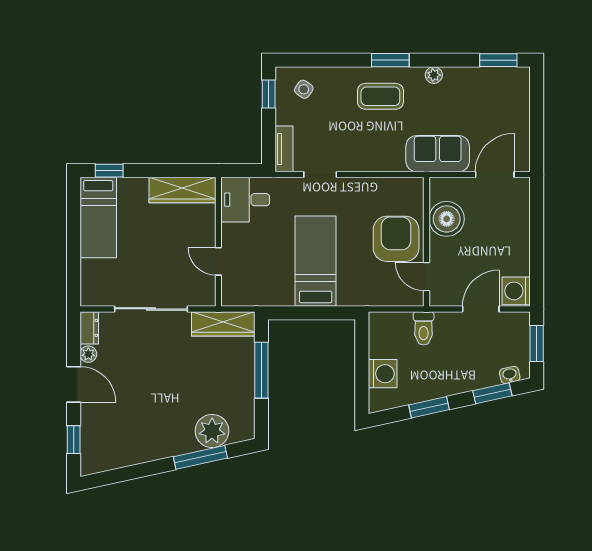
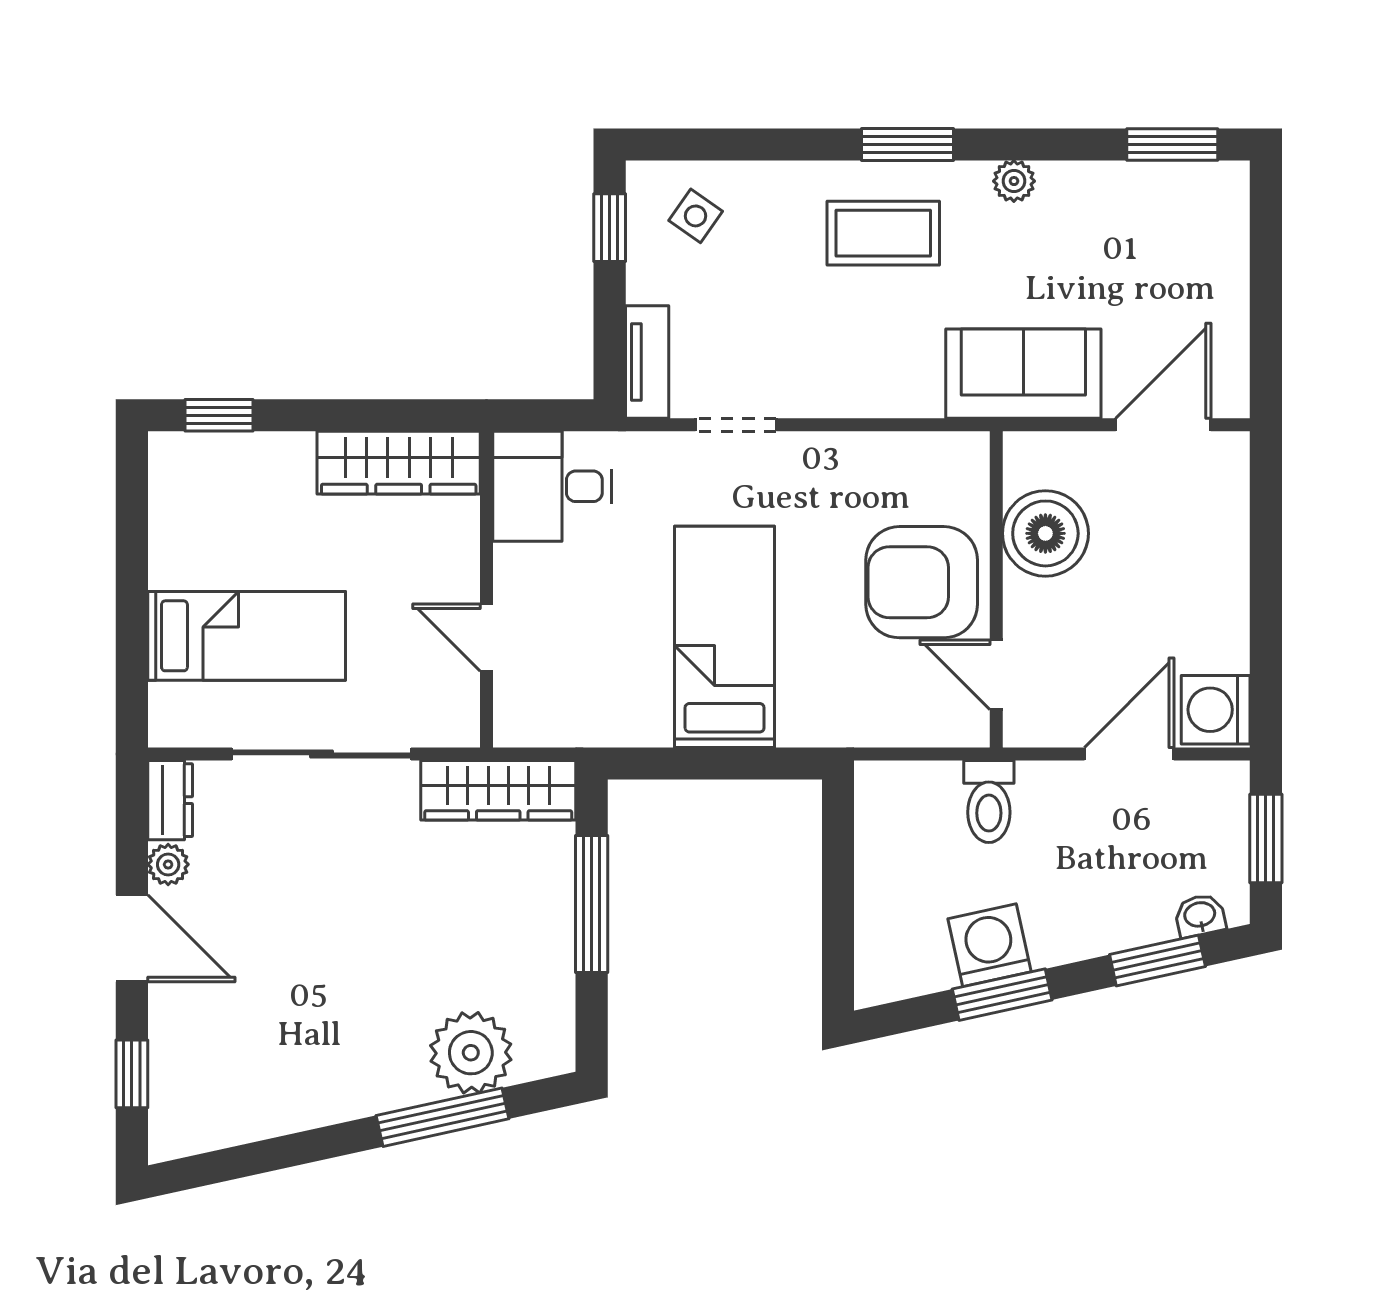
bed: (98, 218) -> (247, 636), moved, turned -90
armchair: (396, 239) -> (922, 582), turned -90
washing machine: (383, 374) -> (990, 945), moved, turned -102

